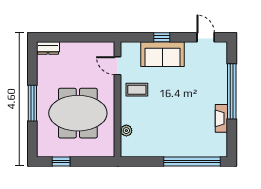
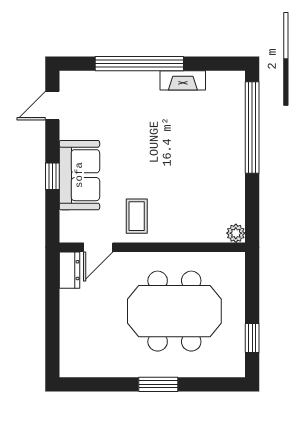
dresser: (48, 48) -> (69, 270), moved
window: (32, 103) -> (158, 384), width x0.69
meeting table: (78, 113) -> (174, 311), turned 90
plant: (126, 131) -> (236, 233), moved

